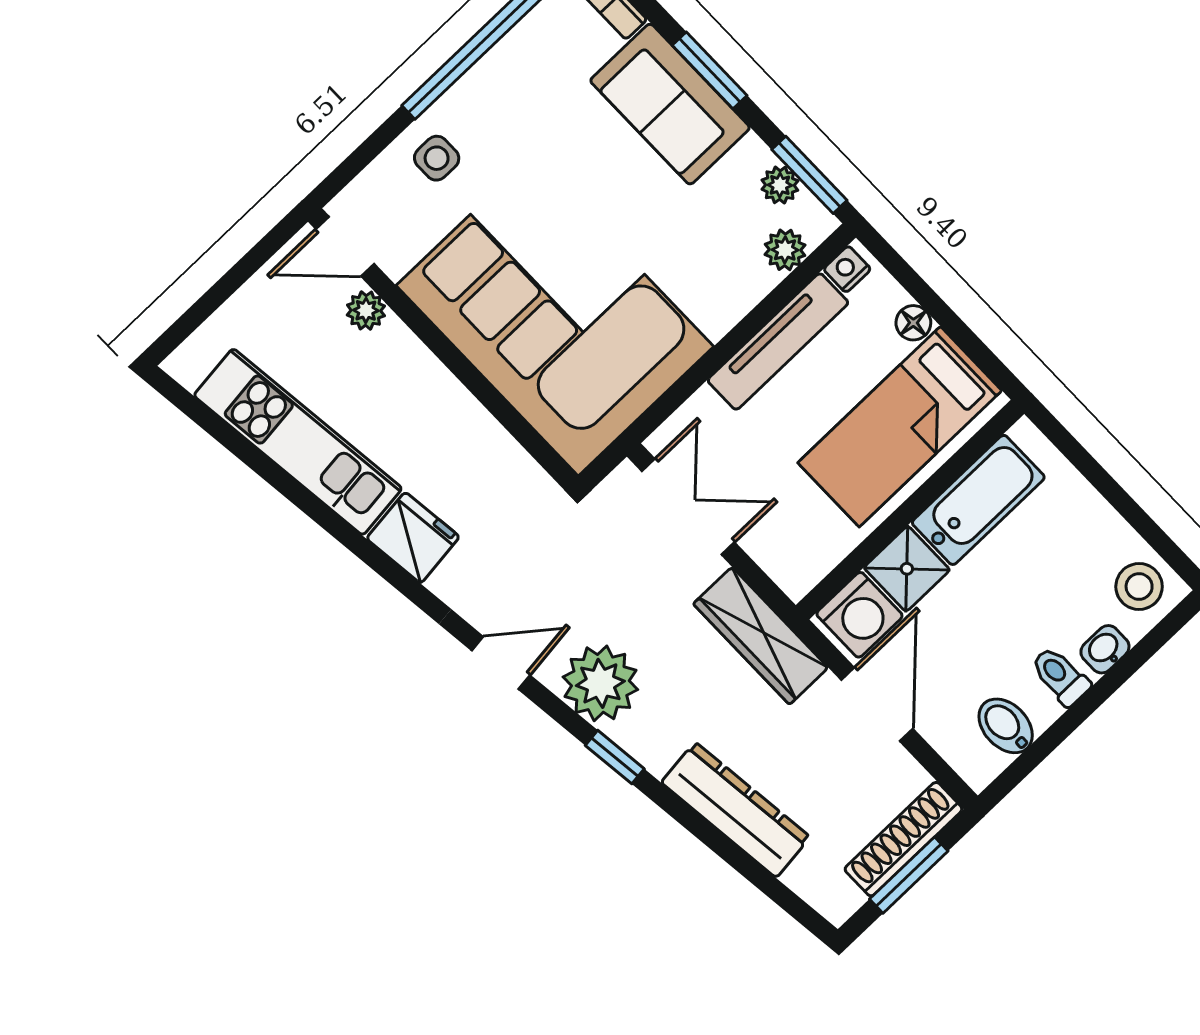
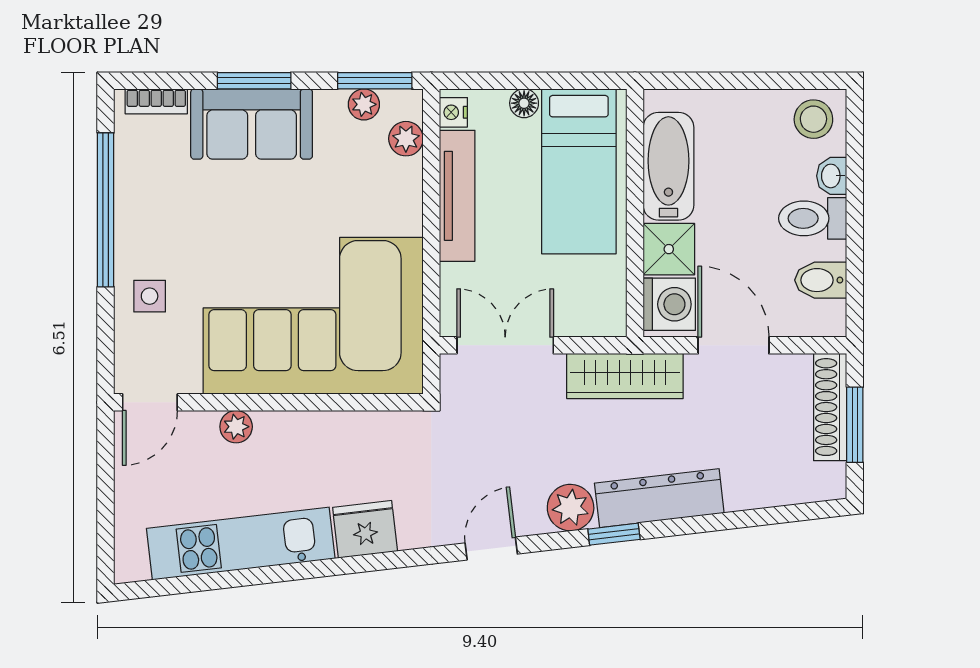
plant: (366, 310) -> (236, 427), moved
toilet: (1060, 676) -> (813, 218), width x1.37, depth x1.39
plant: (600, 683) -> (571, 508), width x0.73, depth x0.73
dresser: (736, 810) -> (659, 498), moved

